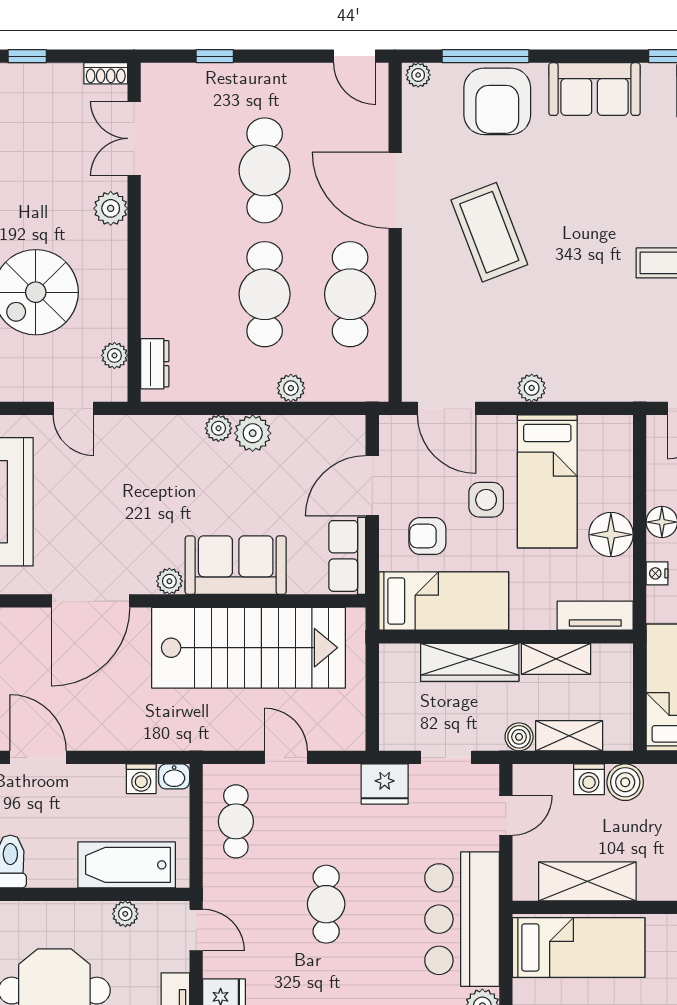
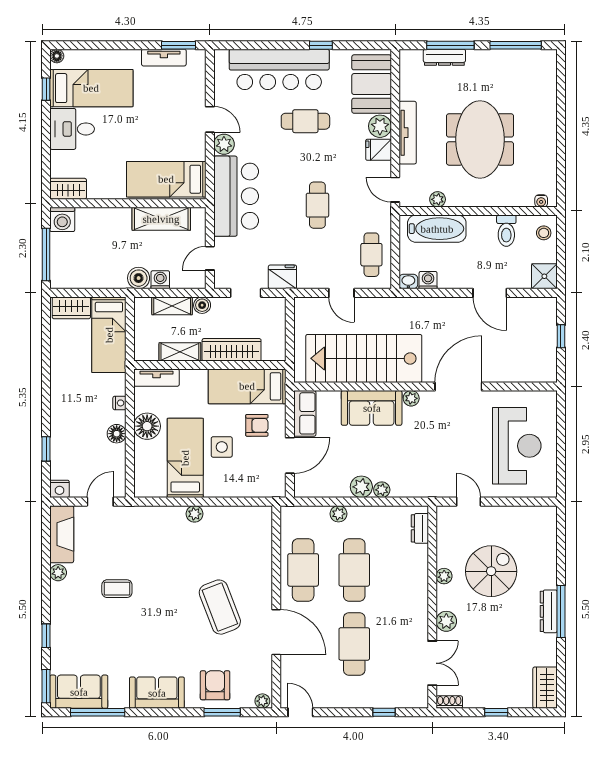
window: (485, 56) -> (222, 712), width x0.69
armchair: (497, 101) -> (215, 685), width x0.73, depth x0.73
plant: (114, 355) -> (444, 576), moved
door: (447, 408) -> (245, 502), removed

